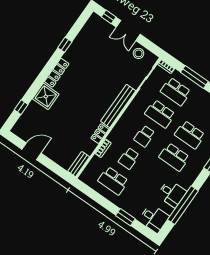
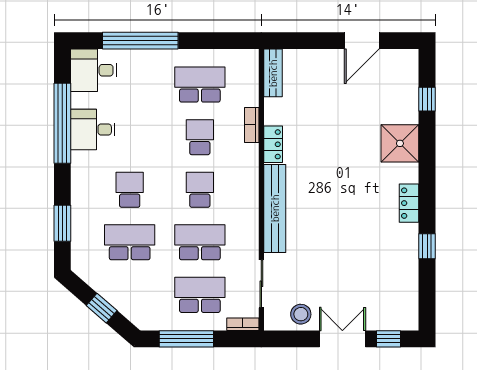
locker: (57, 73) -> (409, 203), width x0.66
school desk: (174, 157) -> (130, 190), width x0.54
window: (125, 217) -> (140, 41), width x2.11

